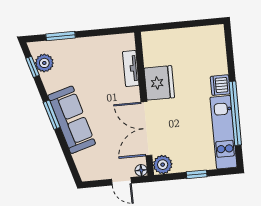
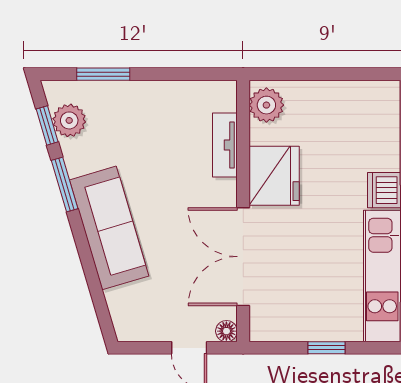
window: (52, 115) -> (65, 185), moved
plant: (163, 165) -> (266, 105), moved

